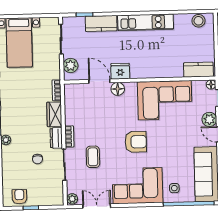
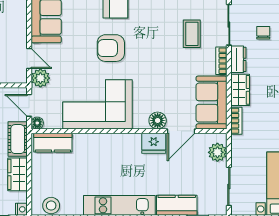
door: (99, 81) -> (181, 131), hinge flipped
sofa: (76, 104) -> (212, 103), added
armchair: (136, 142) -> (111, 48), moved

